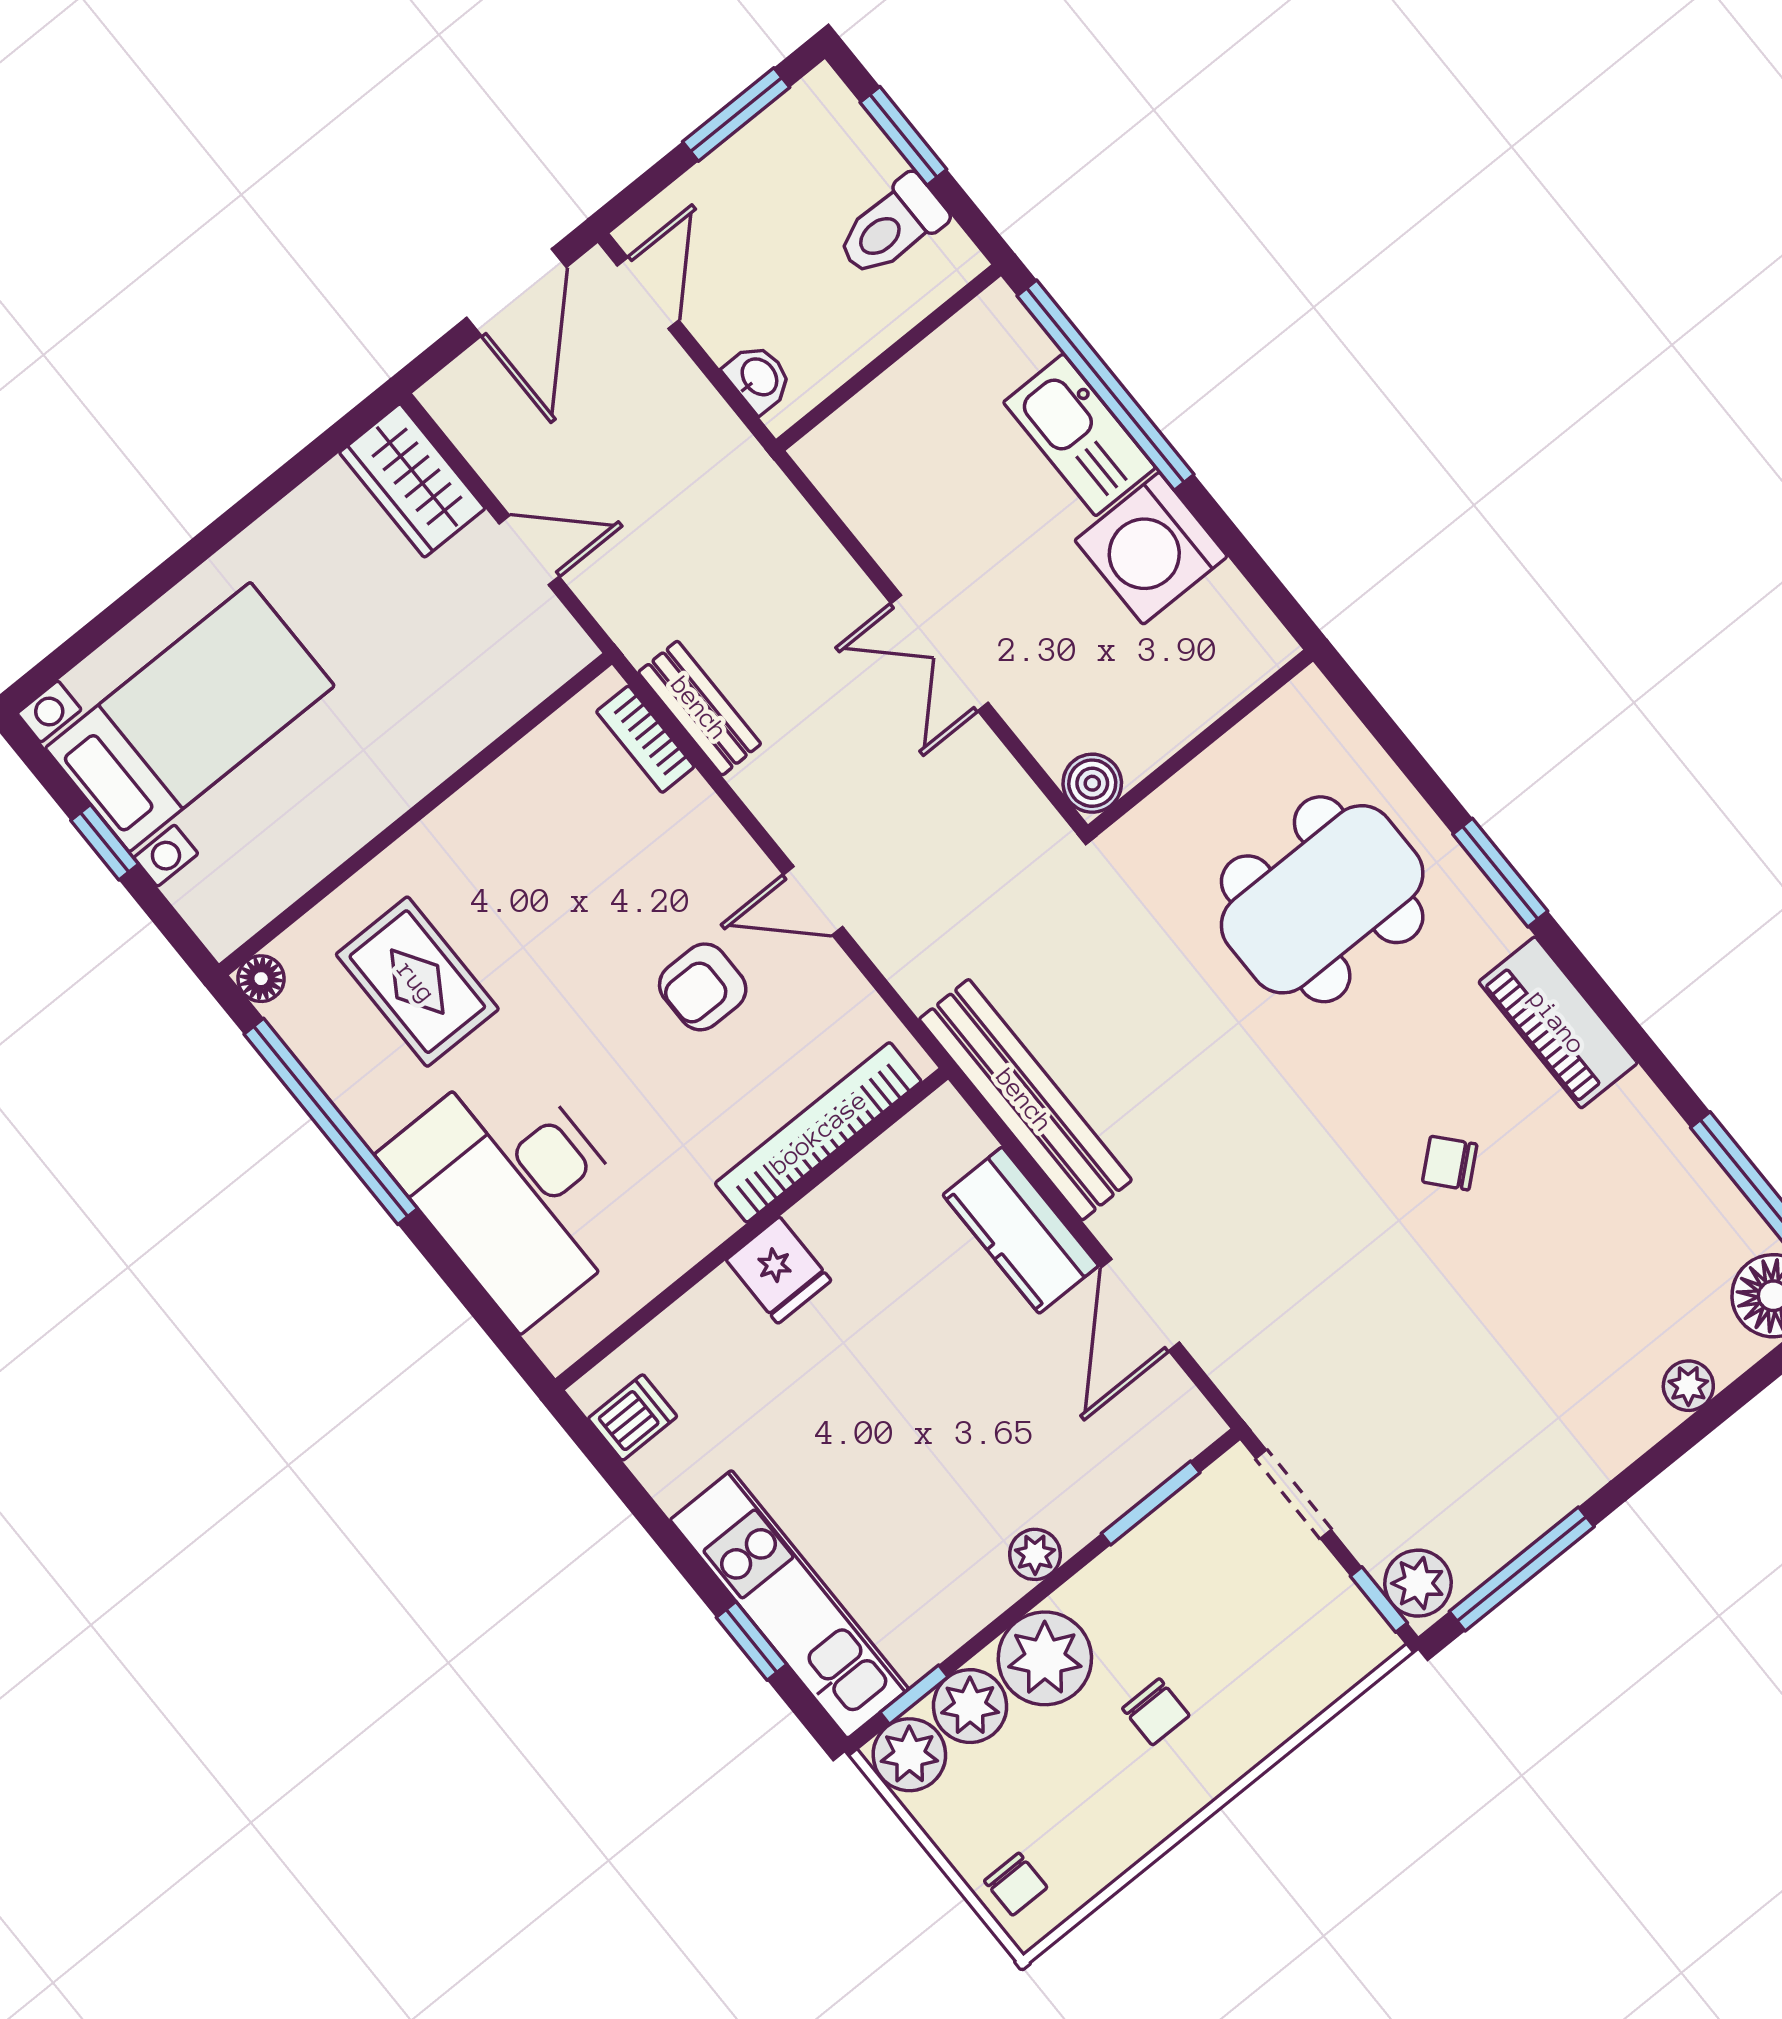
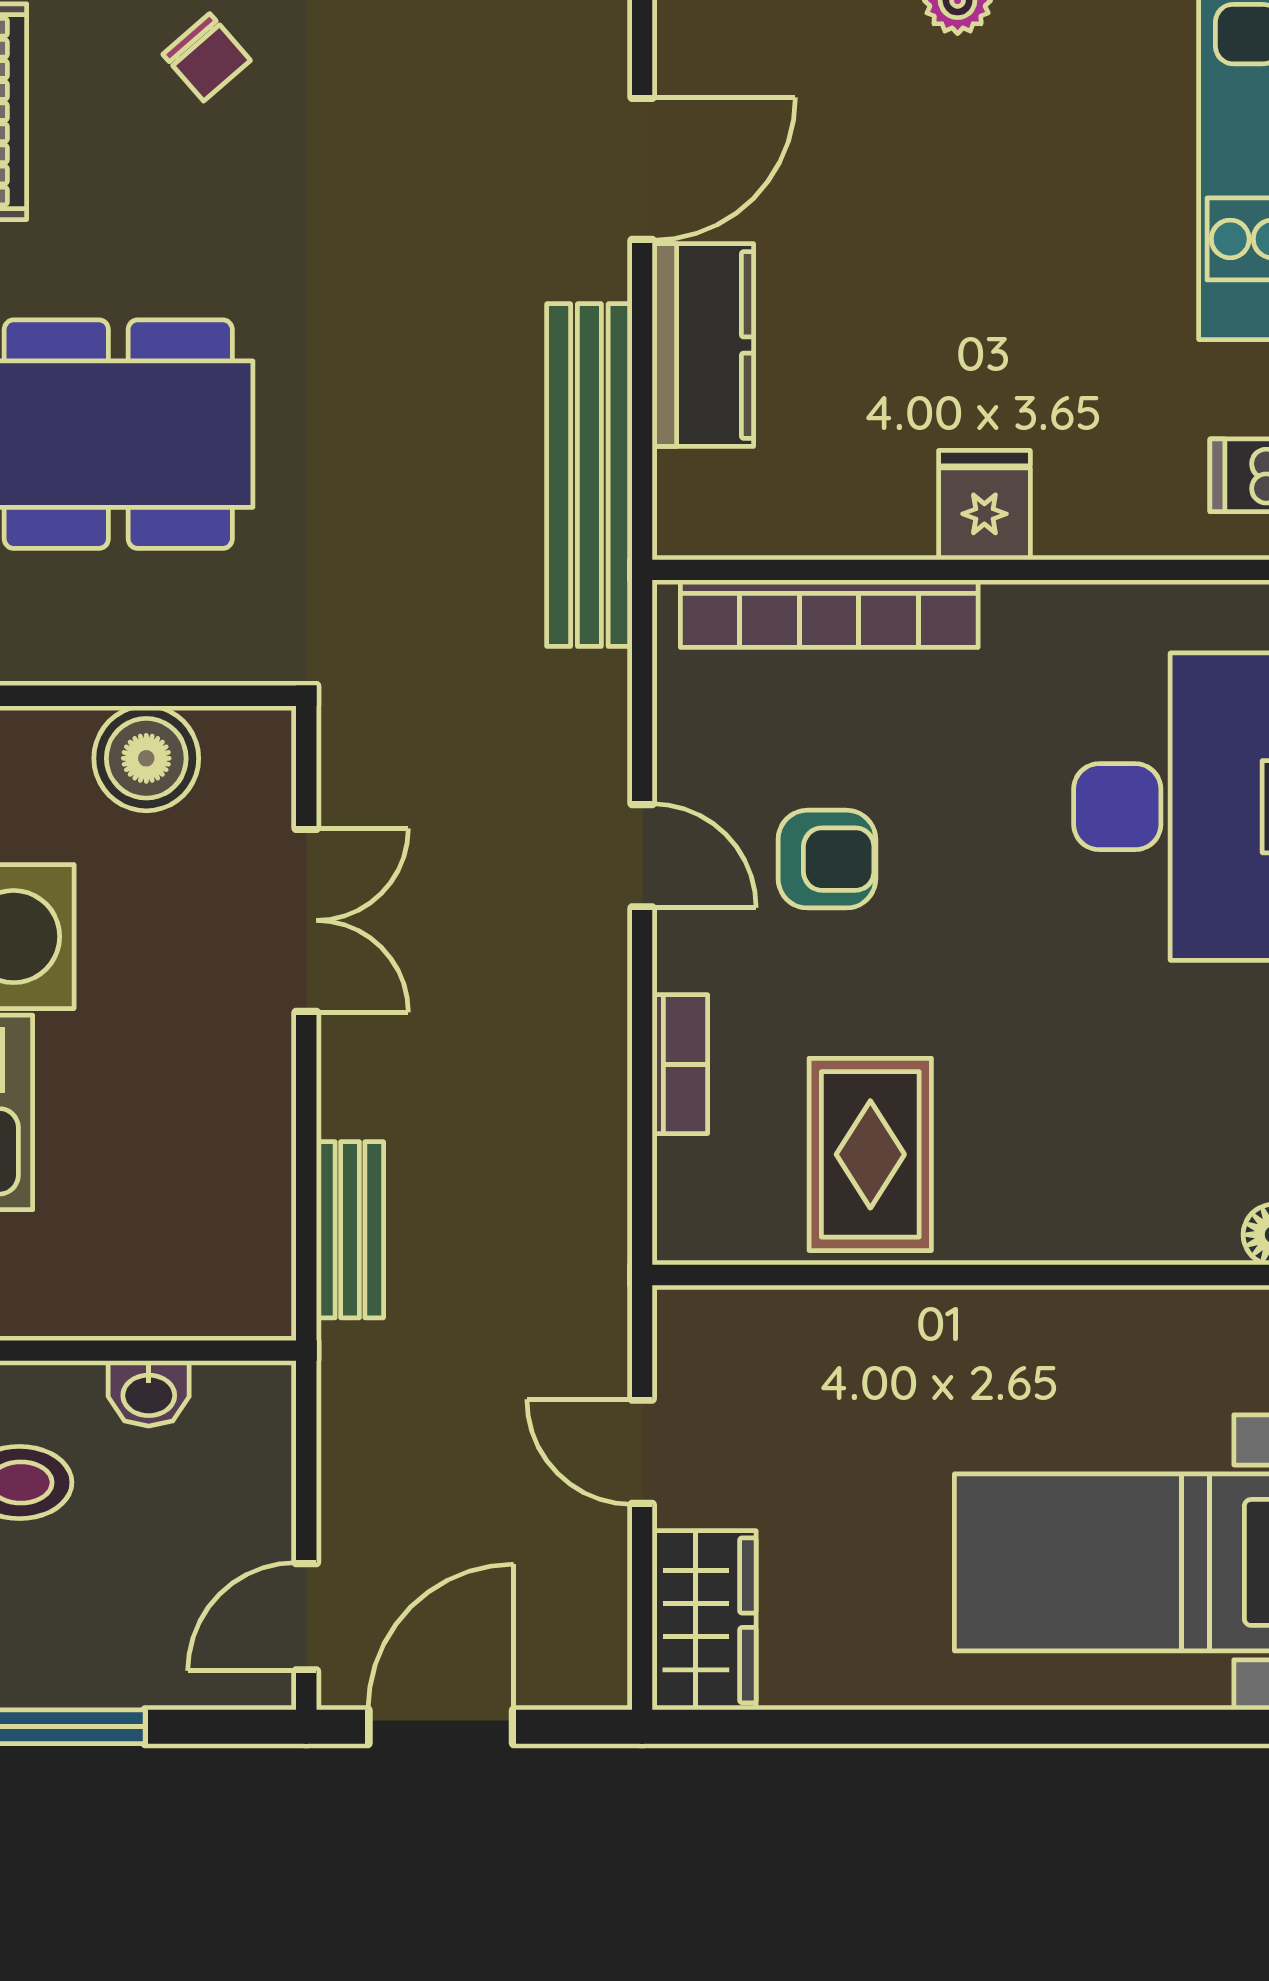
washbasin: (758, 378) -> (149, 1393), moved, turned -90
double door: (940, 653) -> (306, 920), moved
bench: (700, 708) -> (350, 1230), moved
bookcase: (645, 739) -> (680, 1064), moved
boiler: (1092, 783) -> (146, 758), moved, width x1.36, depth x1.36
rug: (417, 982) -> (870, 1154), moved

